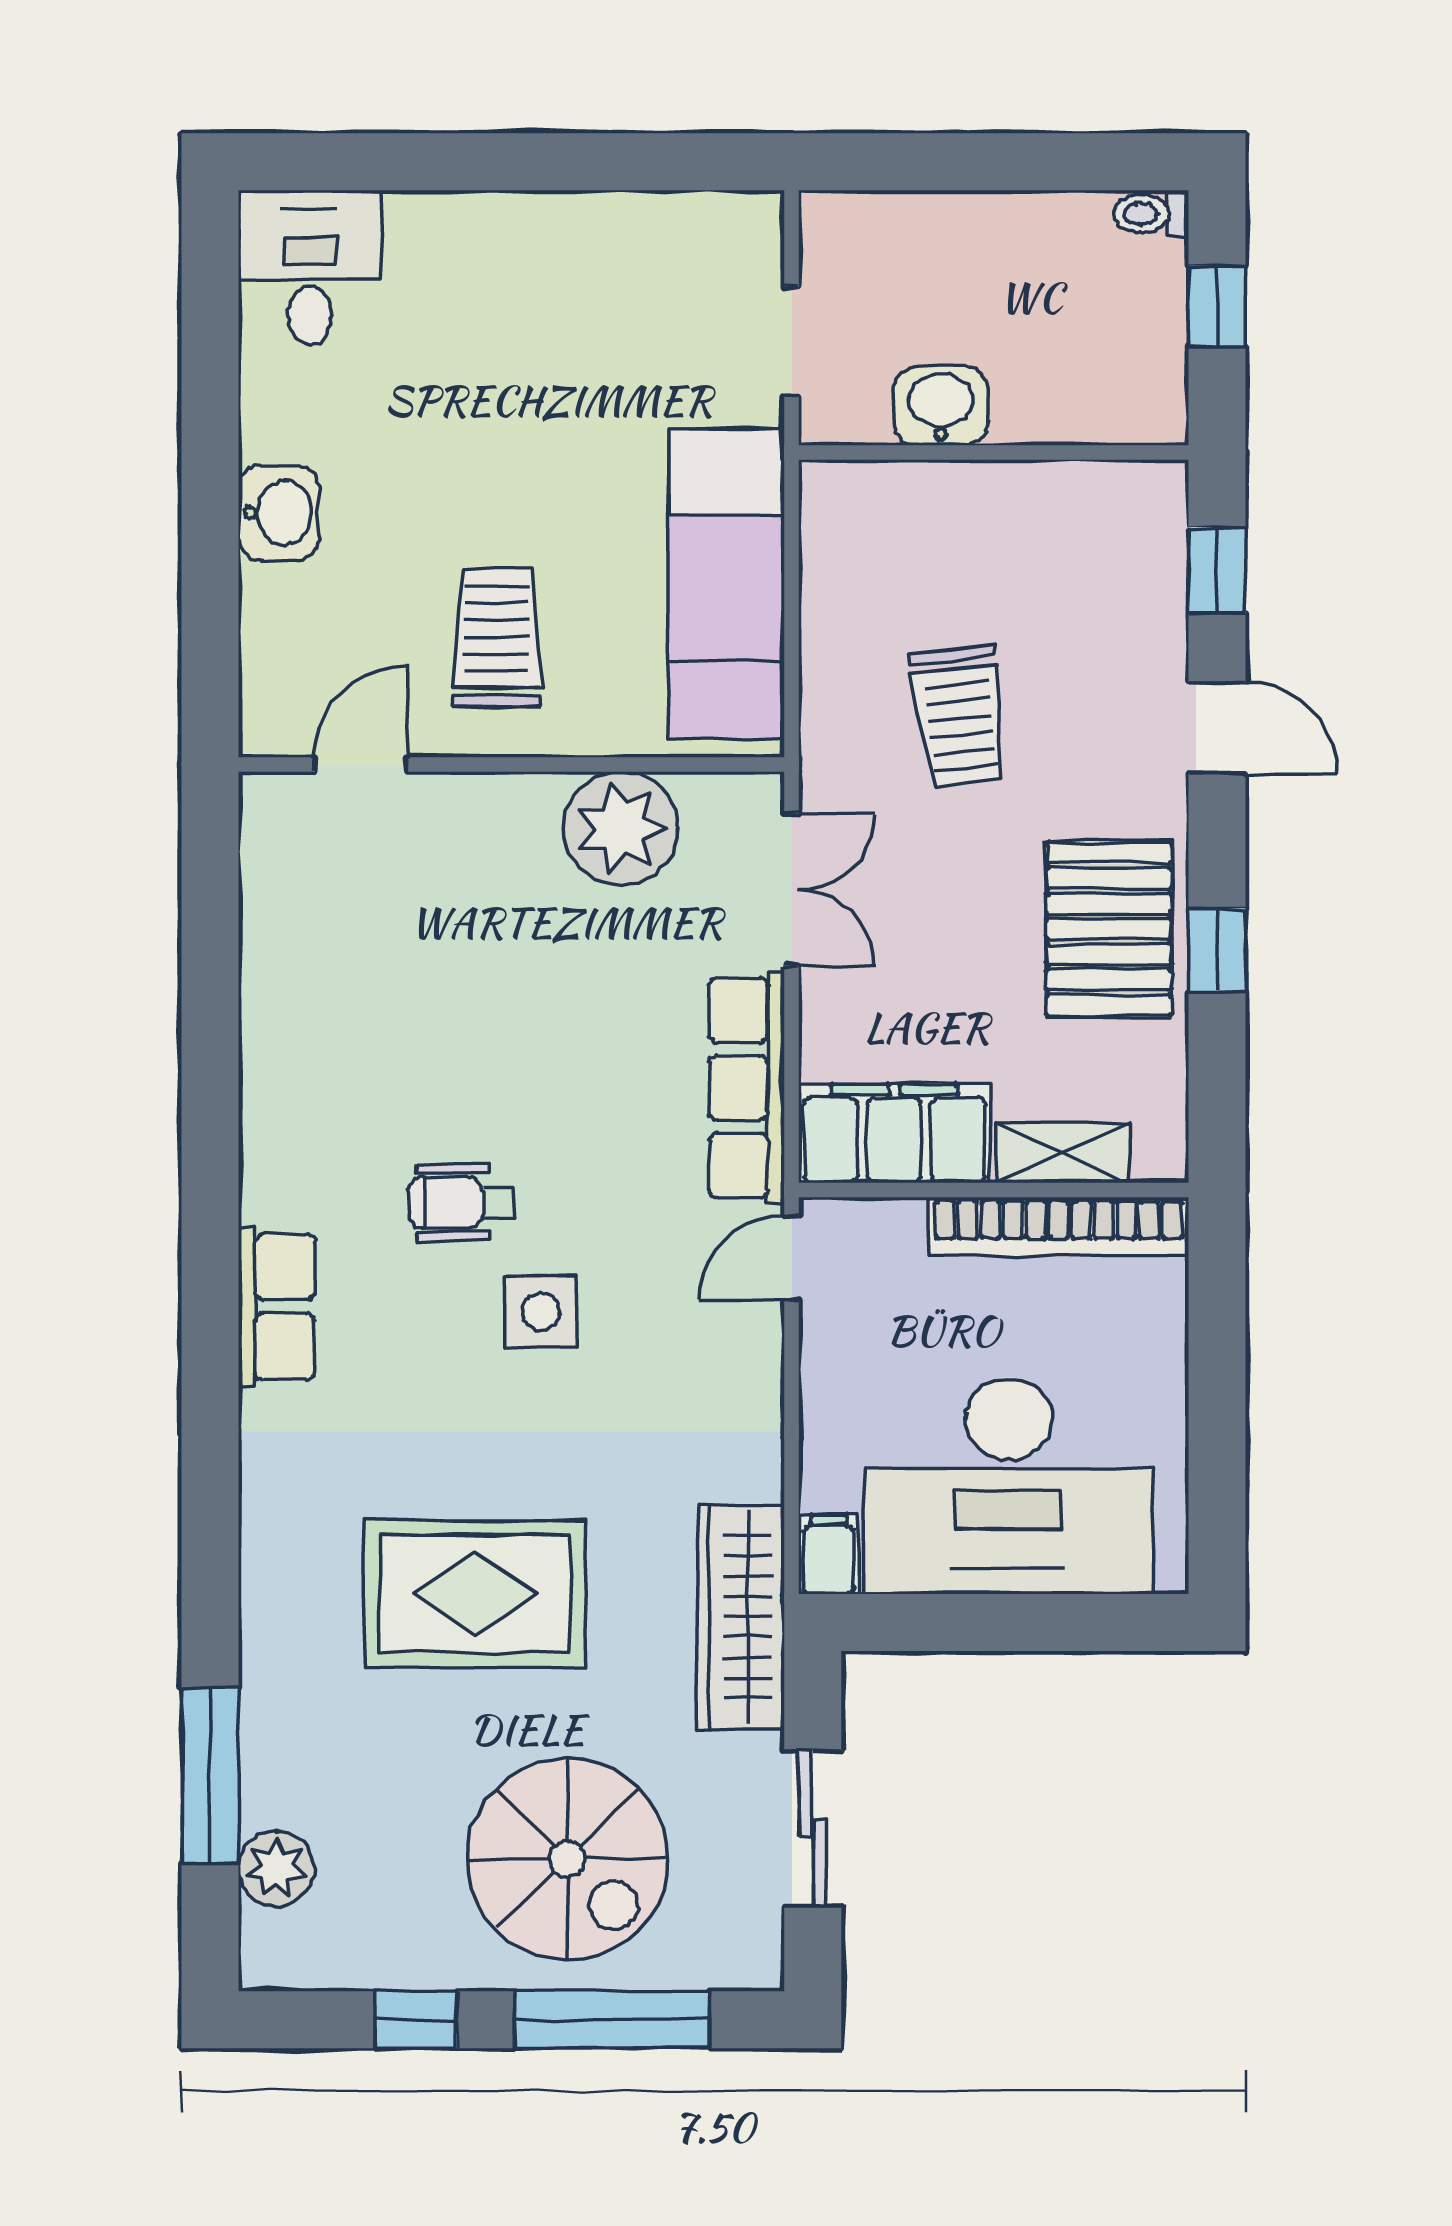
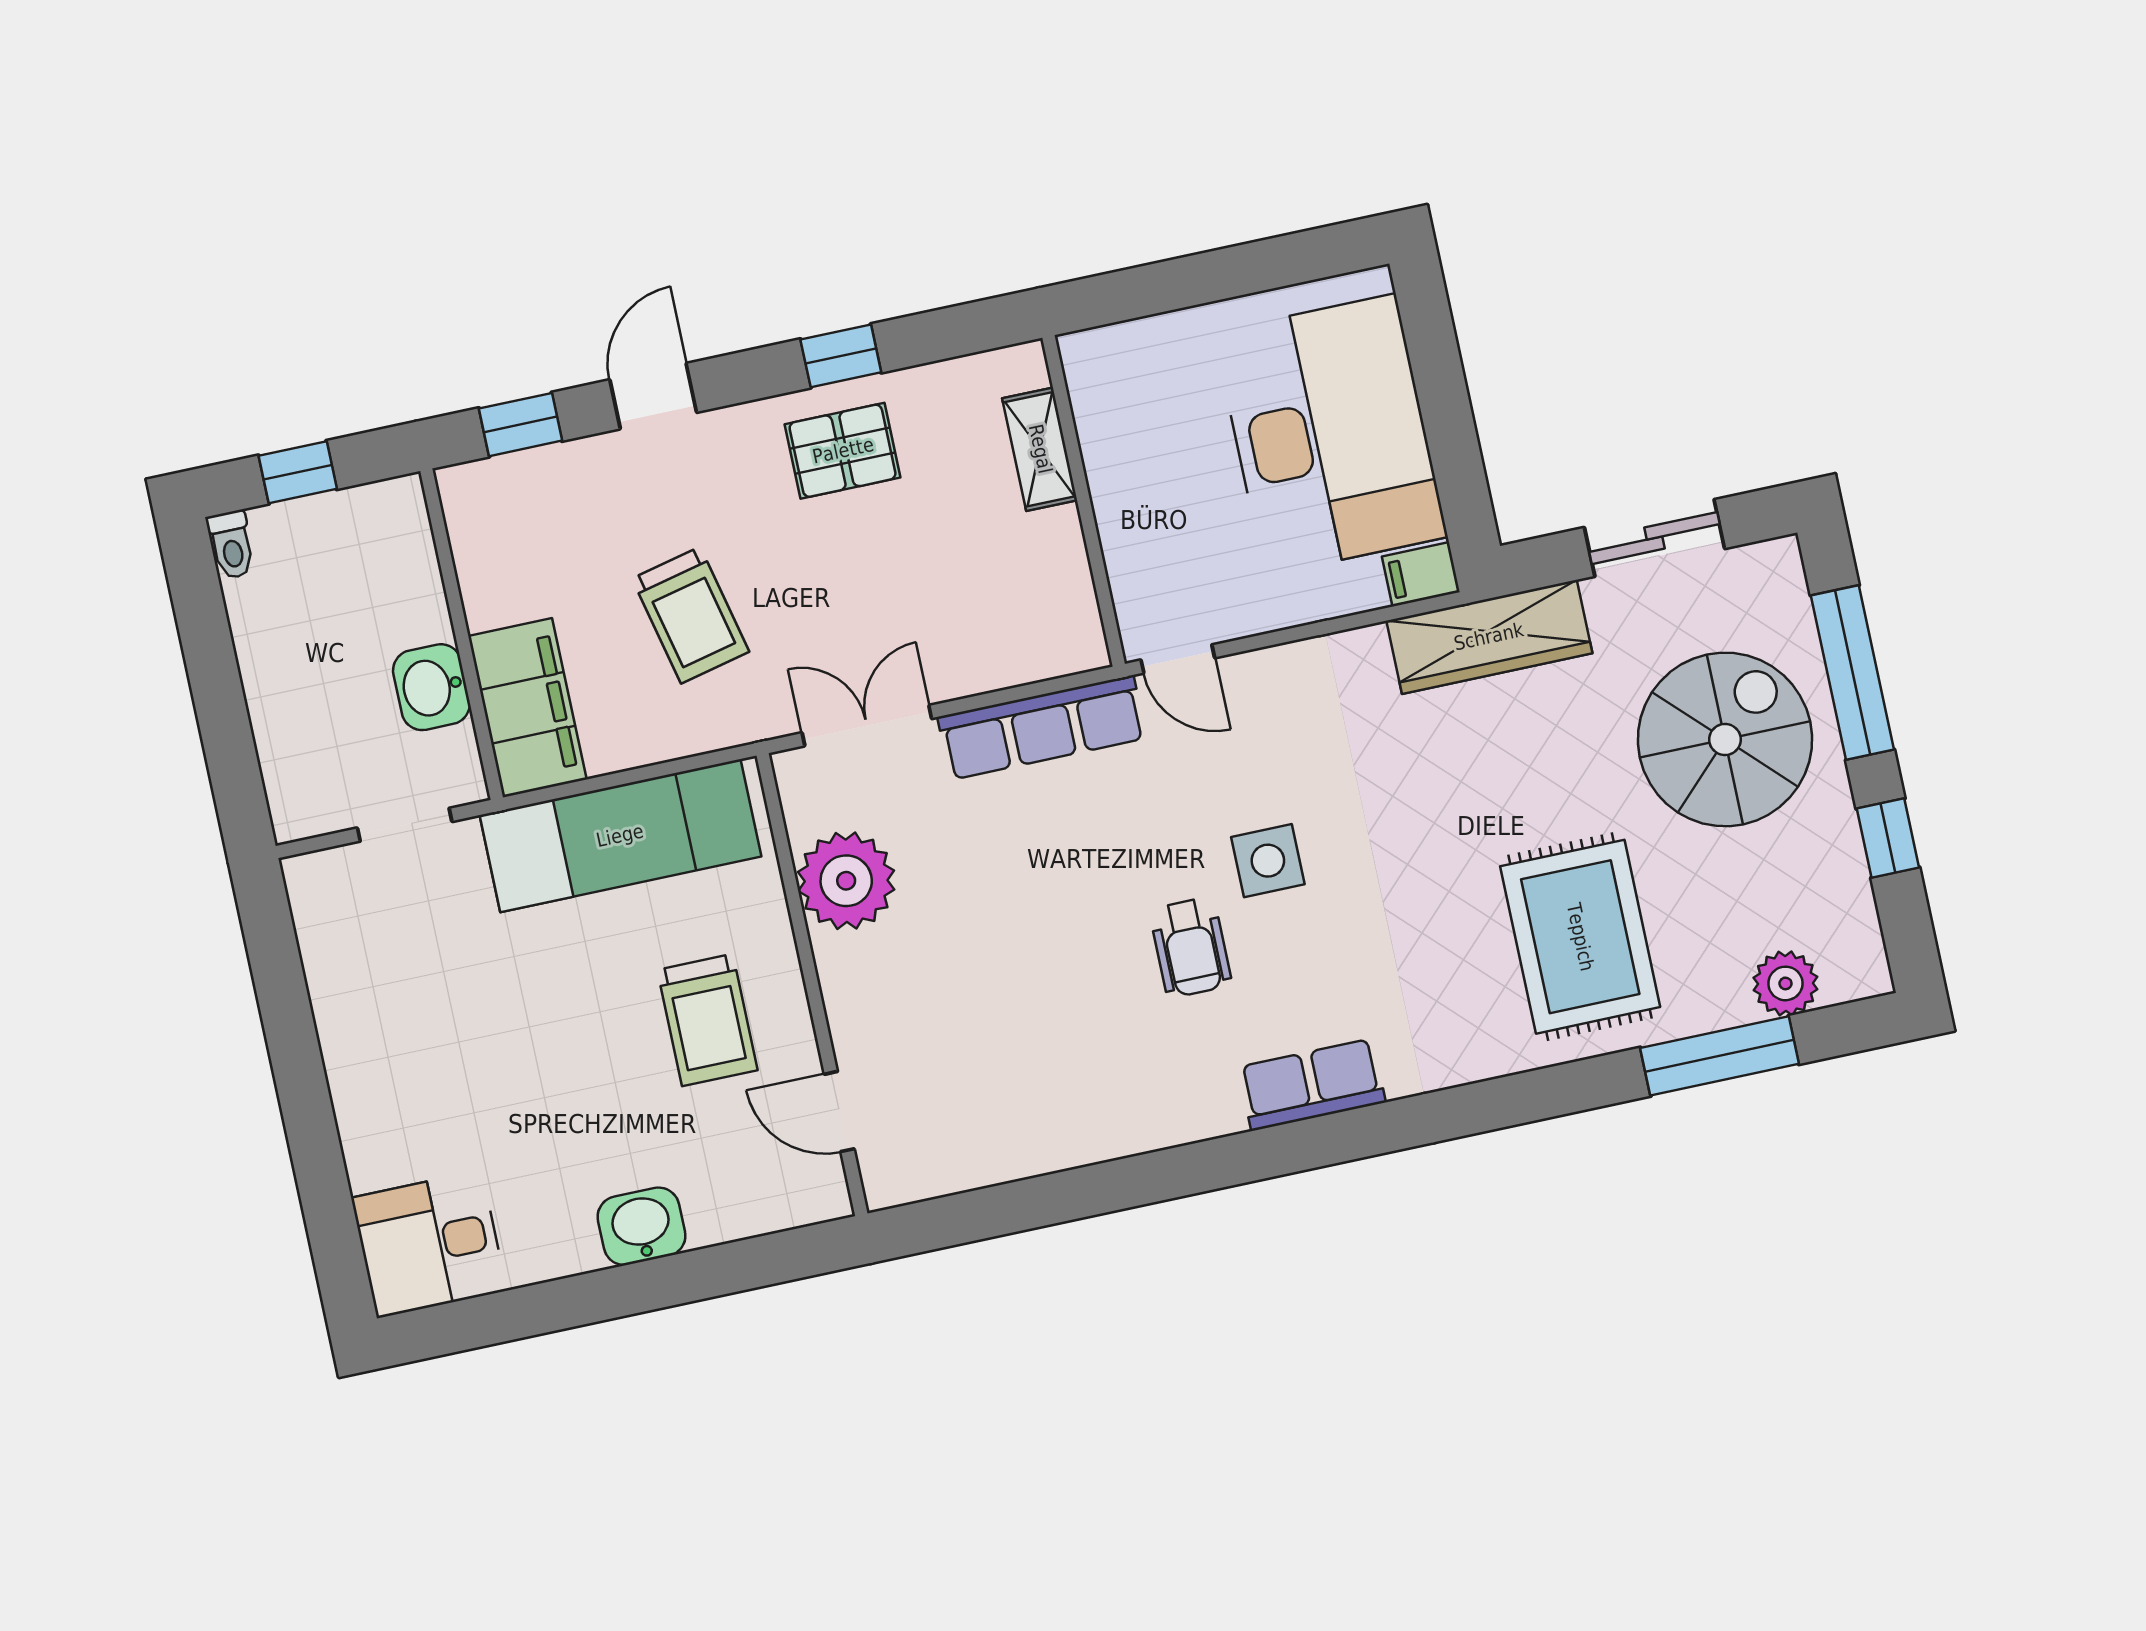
trolley: (497, 637) -> (707, 1020), turned -90
trolley: (960, 717) -> (691, 615), turned 84
pallet: (1109, 929) -> (843, 451), width x0.67, depth x0.71
filing cabinet: (894, 1133) -> (527, 708), moved, turned 180
bookcase: (1059, 1227) -> (1103, 439), removed
rug: (475, 1594) -> (1580, 937), moved

